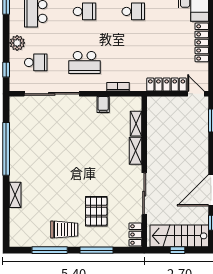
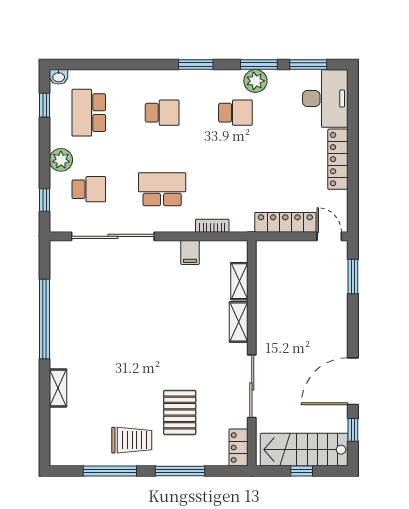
school desk: (84, 62) -> (162, 189), turned 180

